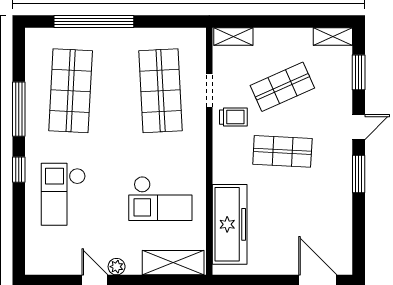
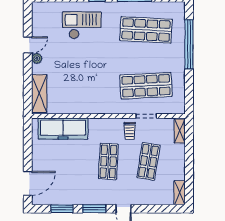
window: (359, 72) -> (62, 209), moved
shop shelf: (282, 87) -> (148, 161), turned 33
checkout: (160, 199) -> (79, 86), removed

